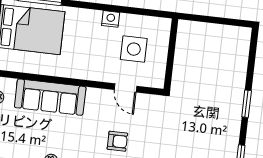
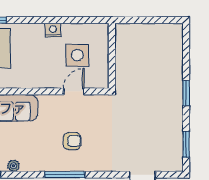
door: (126, 88) -> (74, 91), swing flipped

